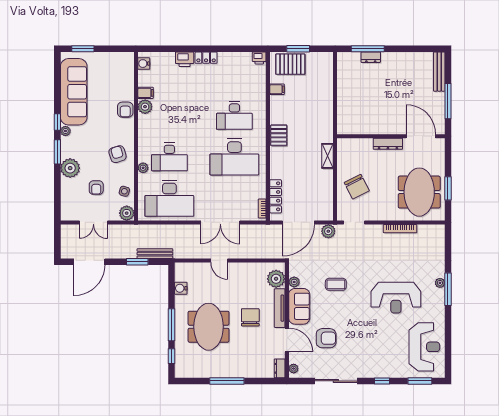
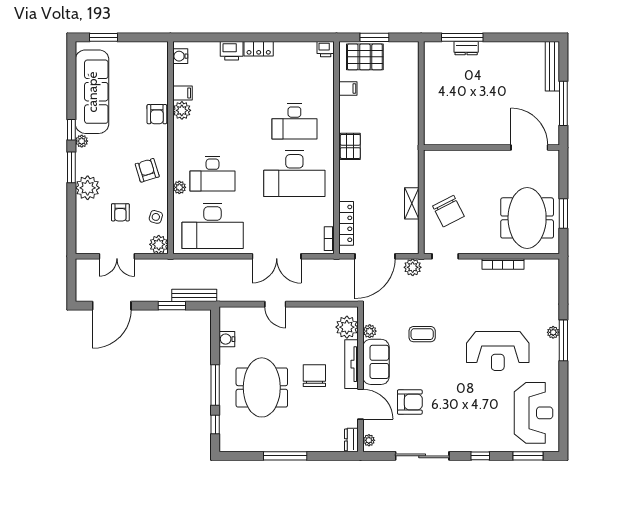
dresser: (388, 144) -> (488, 157), removed
shelving: (328, 156) -> (412, 203), moved

